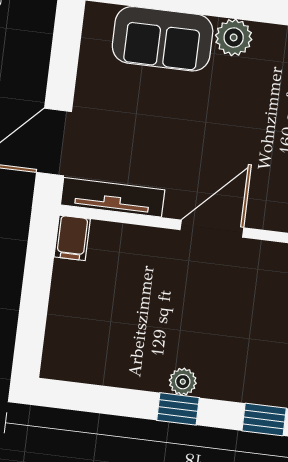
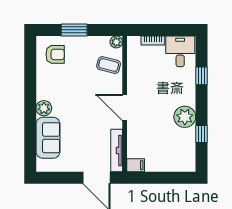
plant: (183, 382) -> (185, 117), width x1.87, depth x1.87
window: (178, 409) -> (201, 134), moved

